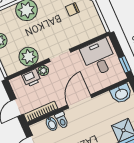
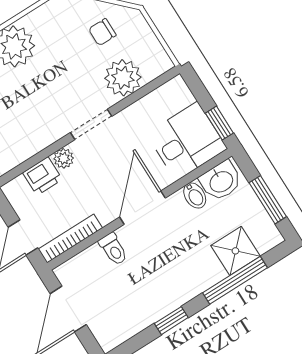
plant: (29, 57) -> (123, 78), moved
desk: (99, 58) -> (187, 141), moved, turned 90
bidet: (52, 124) -> (195, 196), moved

